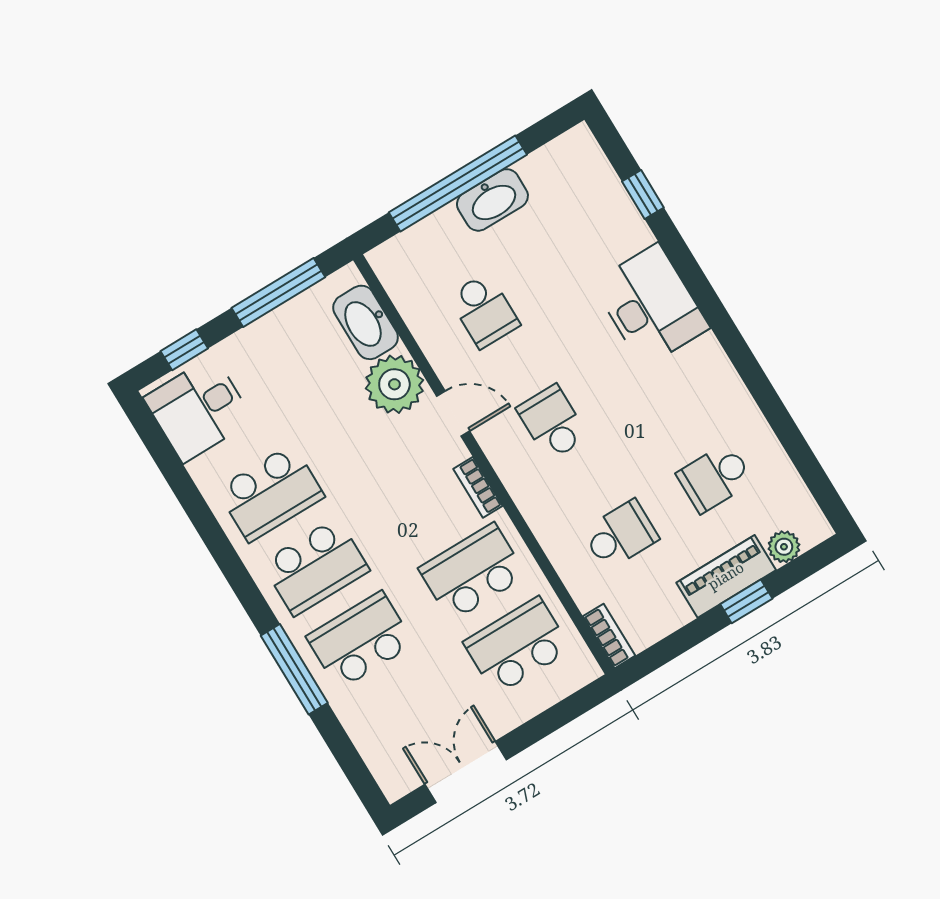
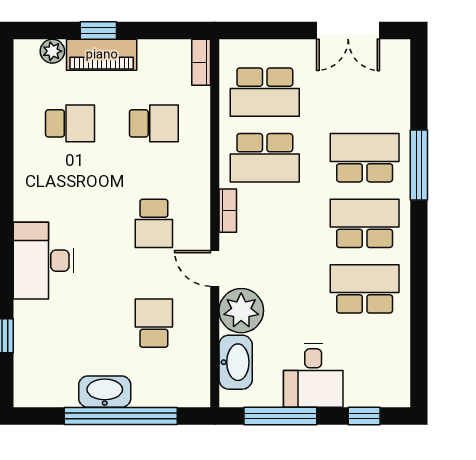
desk: (198, 409) -> (313, 376), moved, turned 90
school desk: (620, 535) -> (154, 123), turned 180
school desk: (360, 640) -> (365, 158), turned 180

